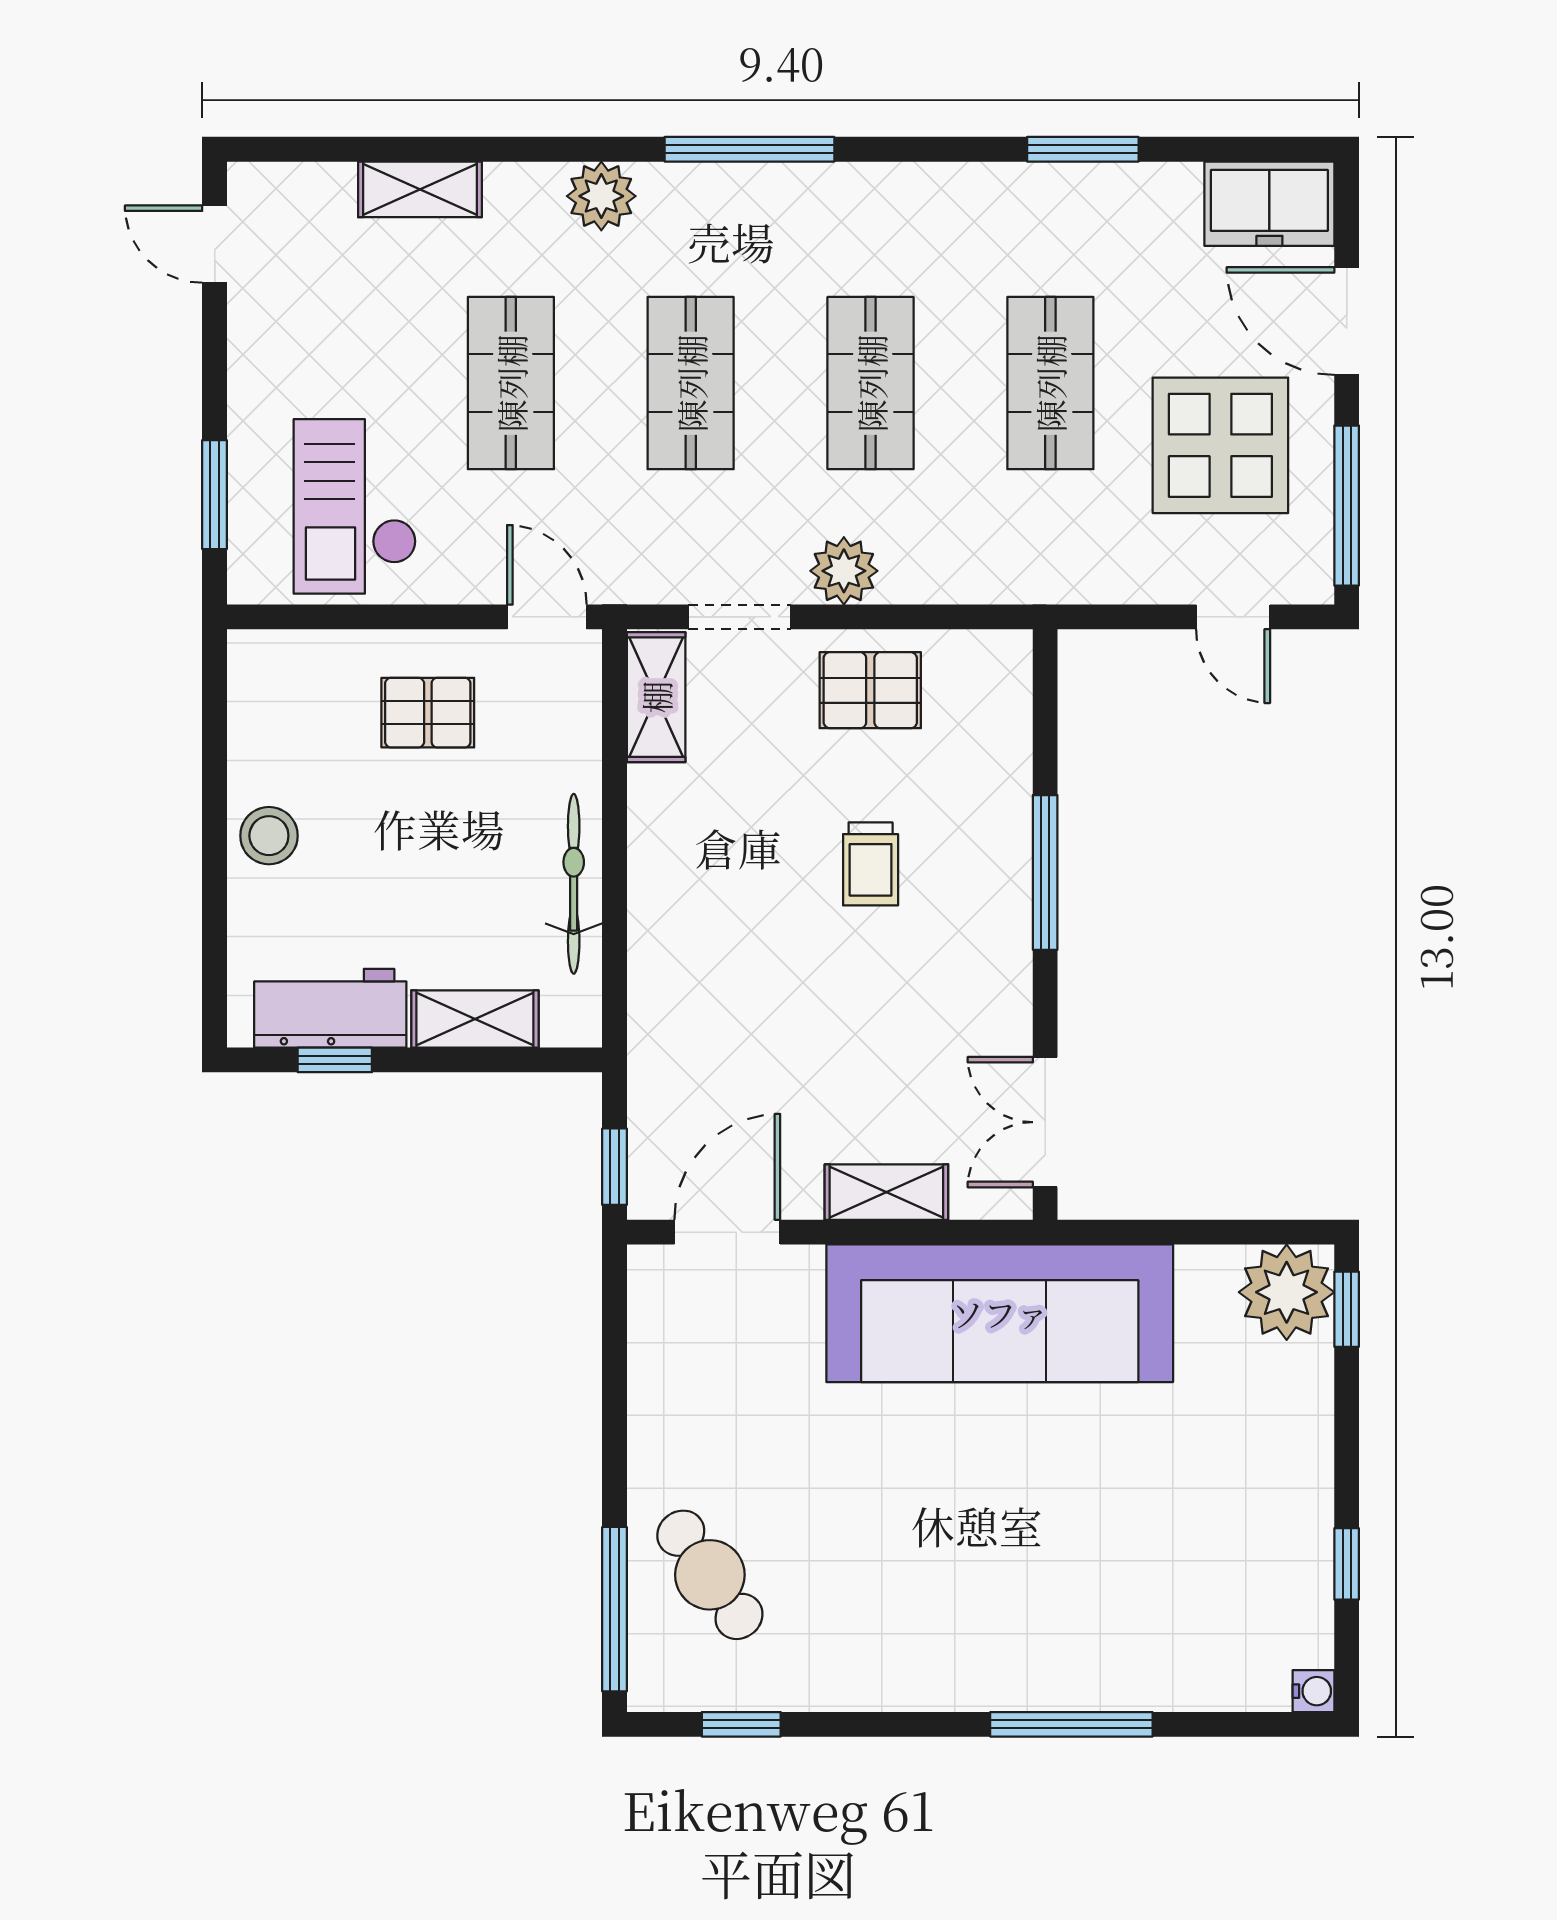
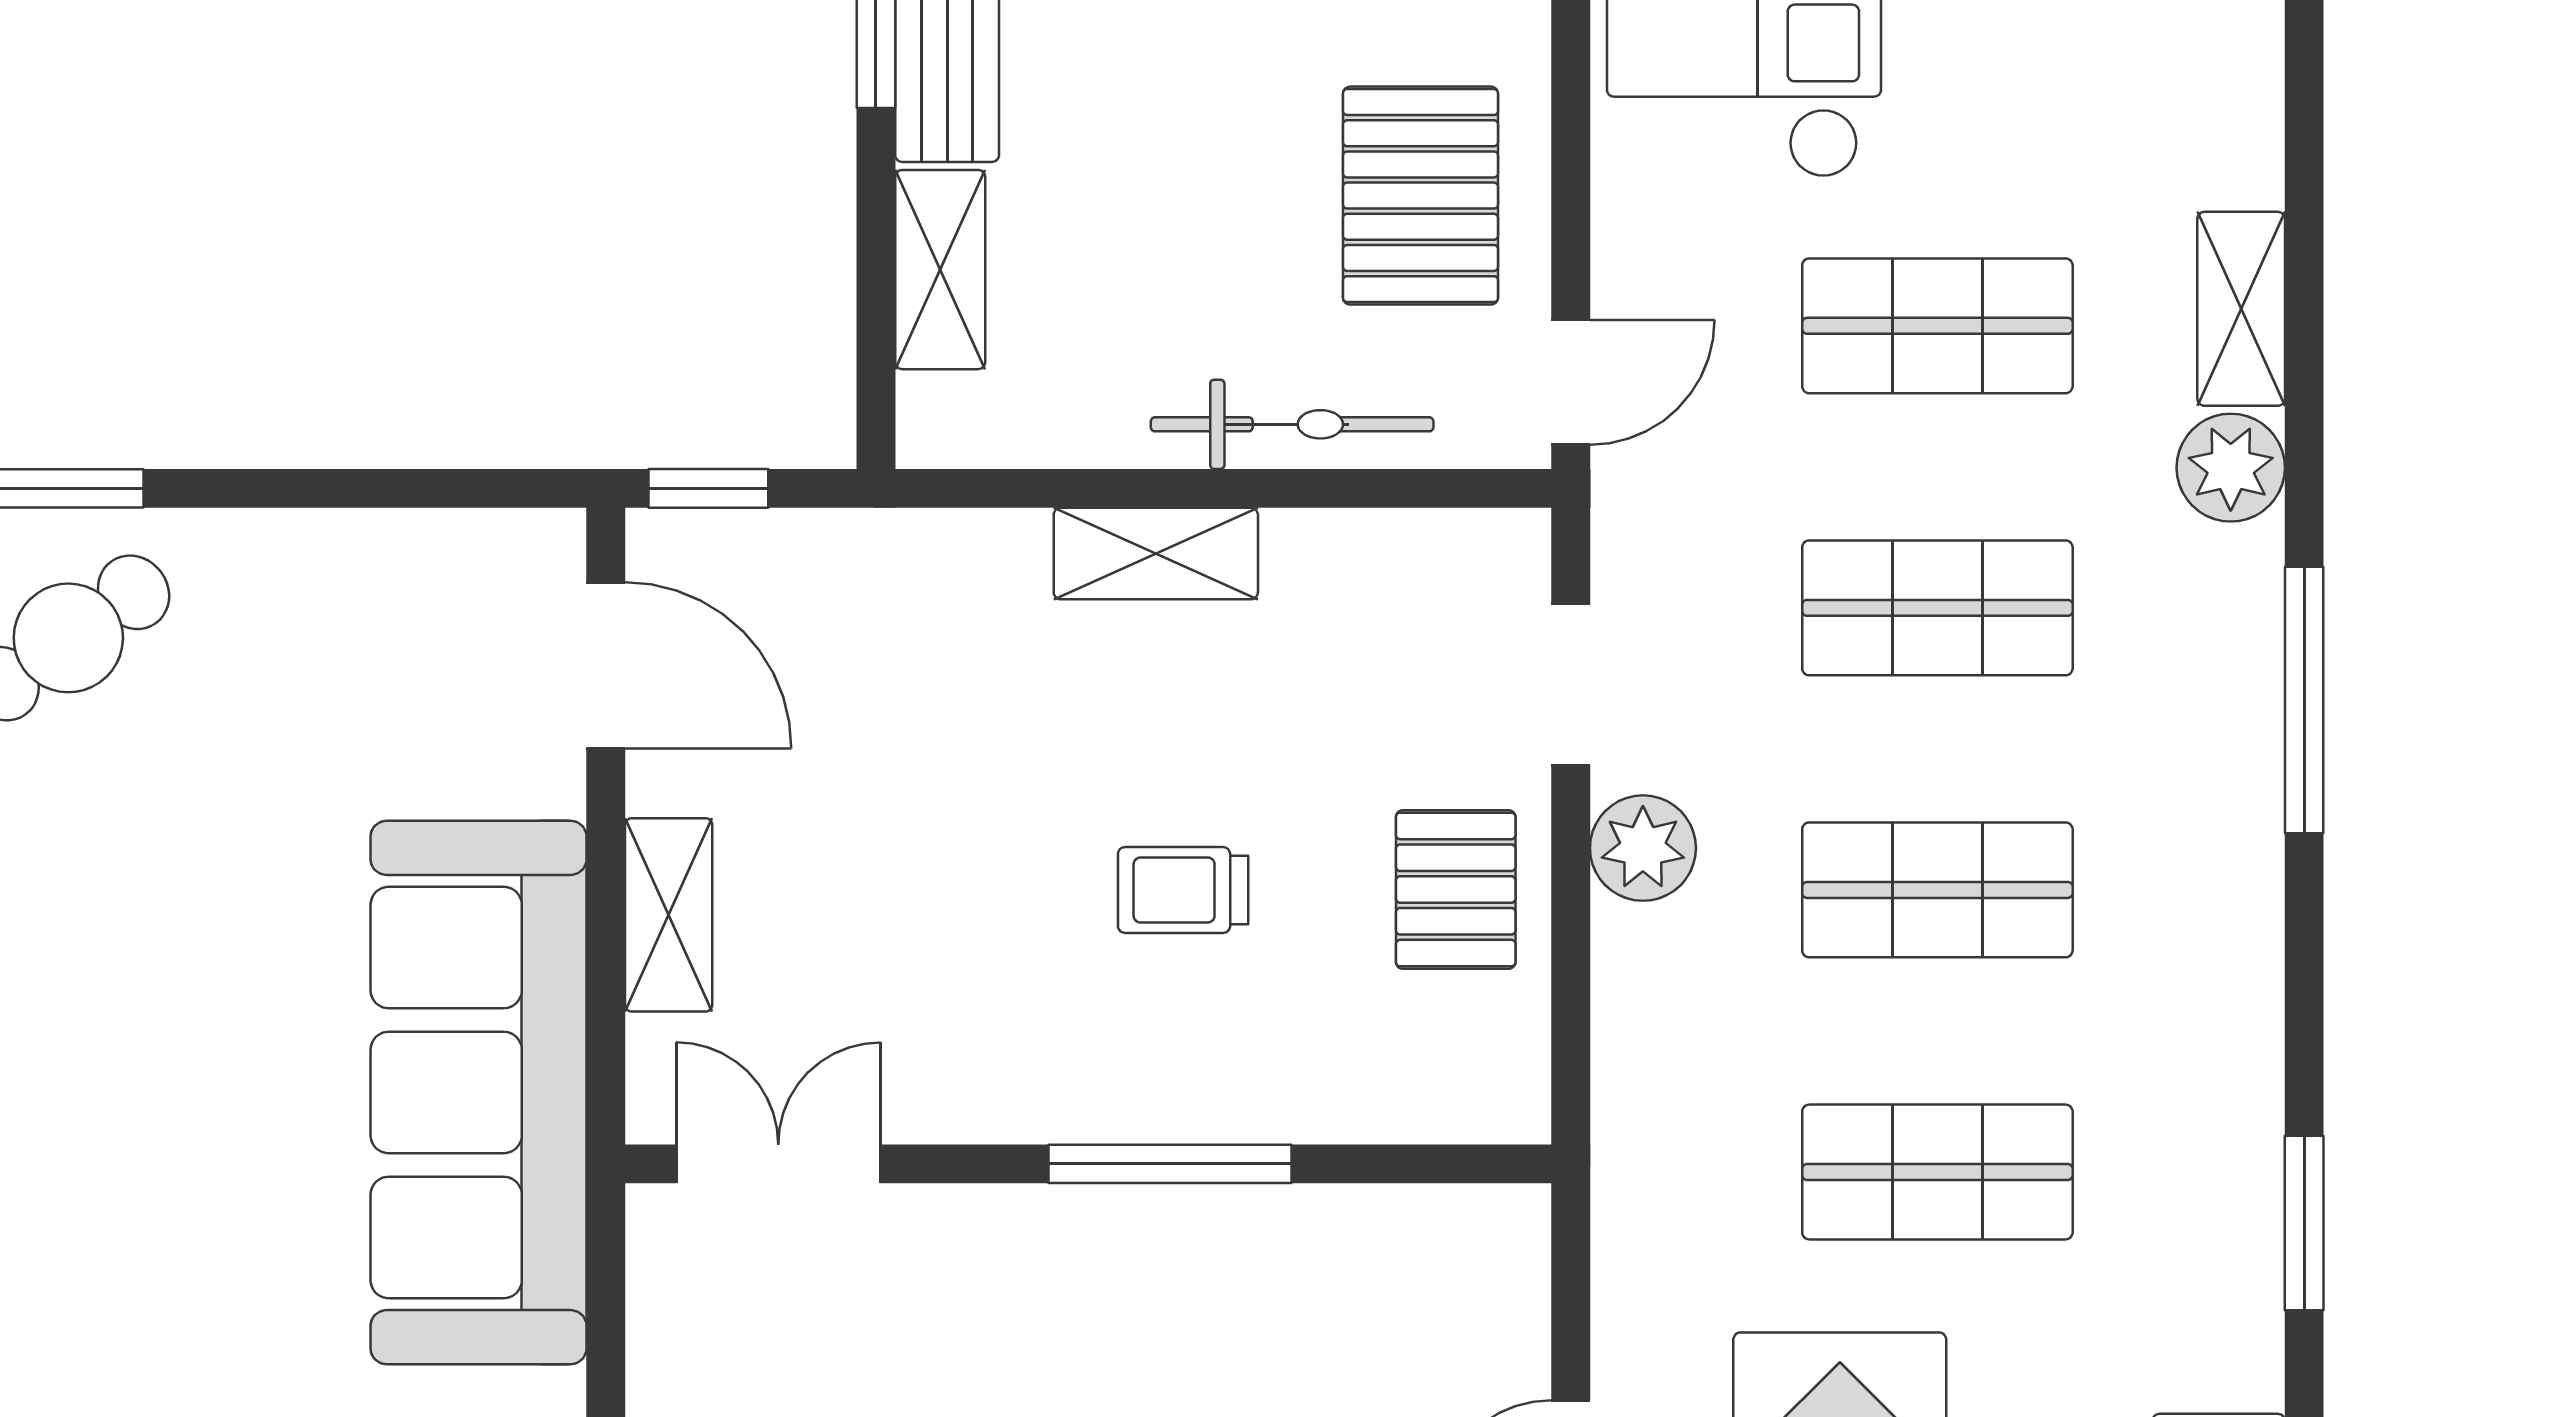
shelving: (420, 189) -> (2241, 309), moved
shelving: (656, 697) -> (1156, 554), moved
pallet: (428, 713) -> (1420, 196), width x1.50, depth x1.42
bicycle: (574, 884) -> (1292, 424), moved

